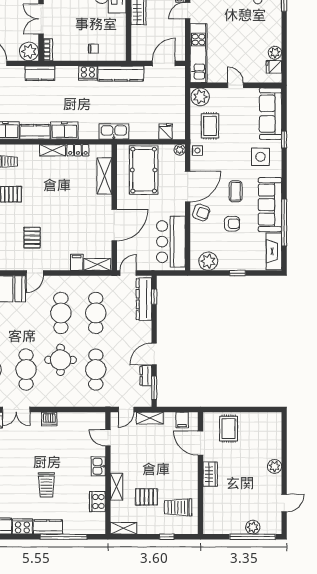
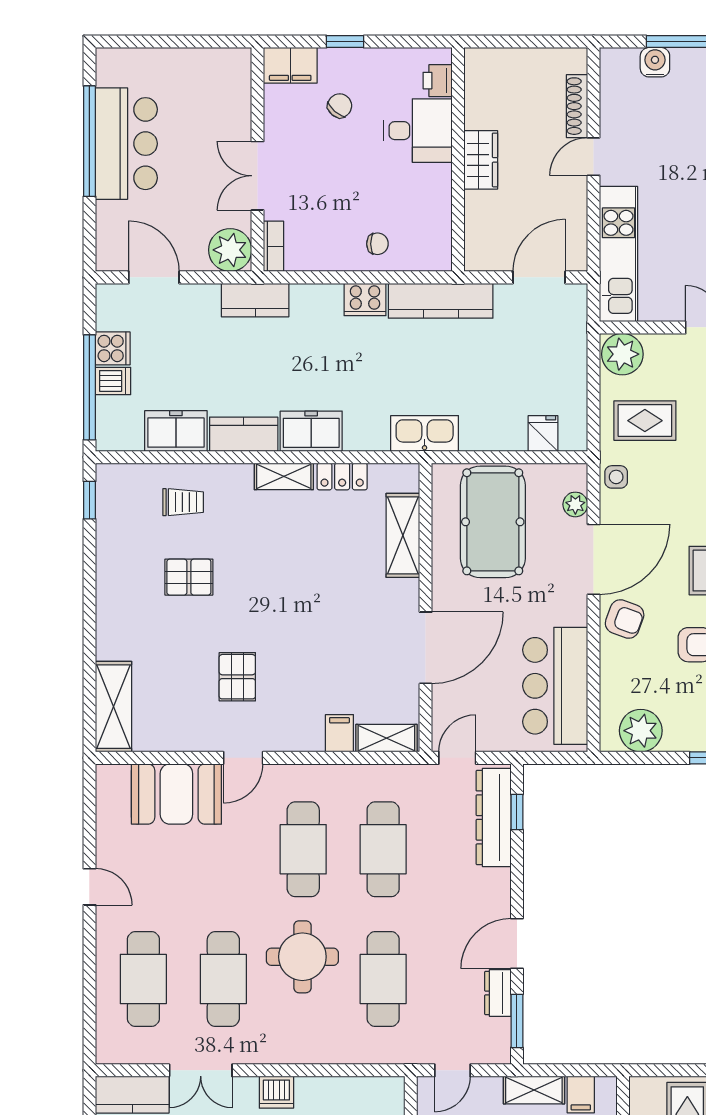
rug: (210, 126) -> (645, 421), turned 90
plant: (180, 150) -> (575, 504), moved
shelving: (150, 418) -> (534, 1090), moved

